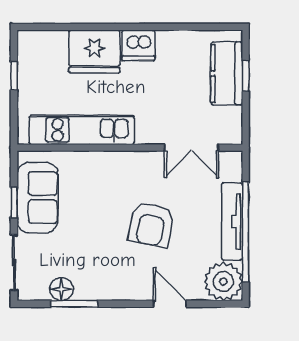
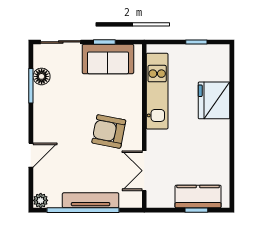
dishwasher: (138, 45) -> (219, 132), removed
armchair: (151, 225) -> (109, 131), moved
plant: (223, 281) -> (41, 200), width x0.53, depth x0.53

